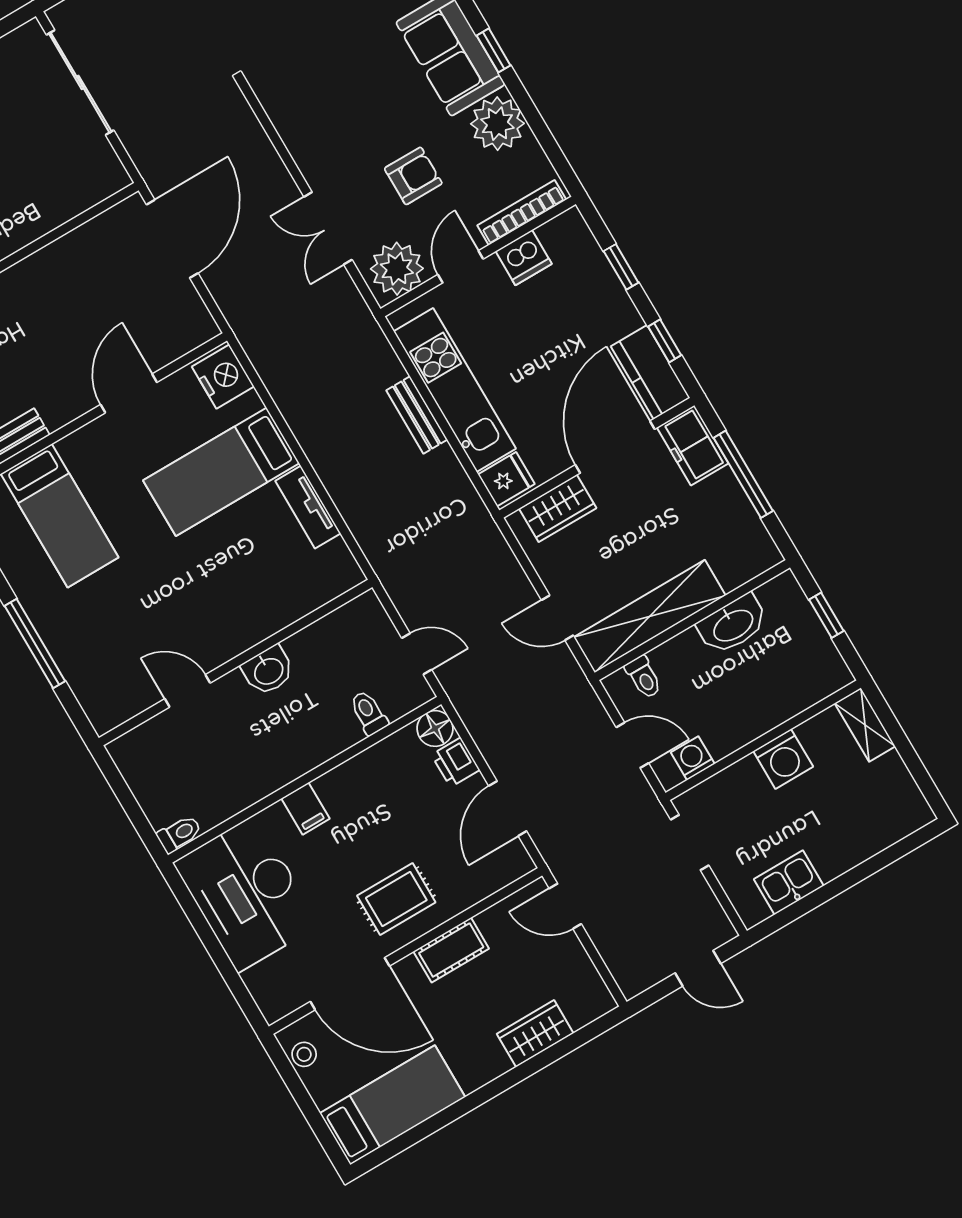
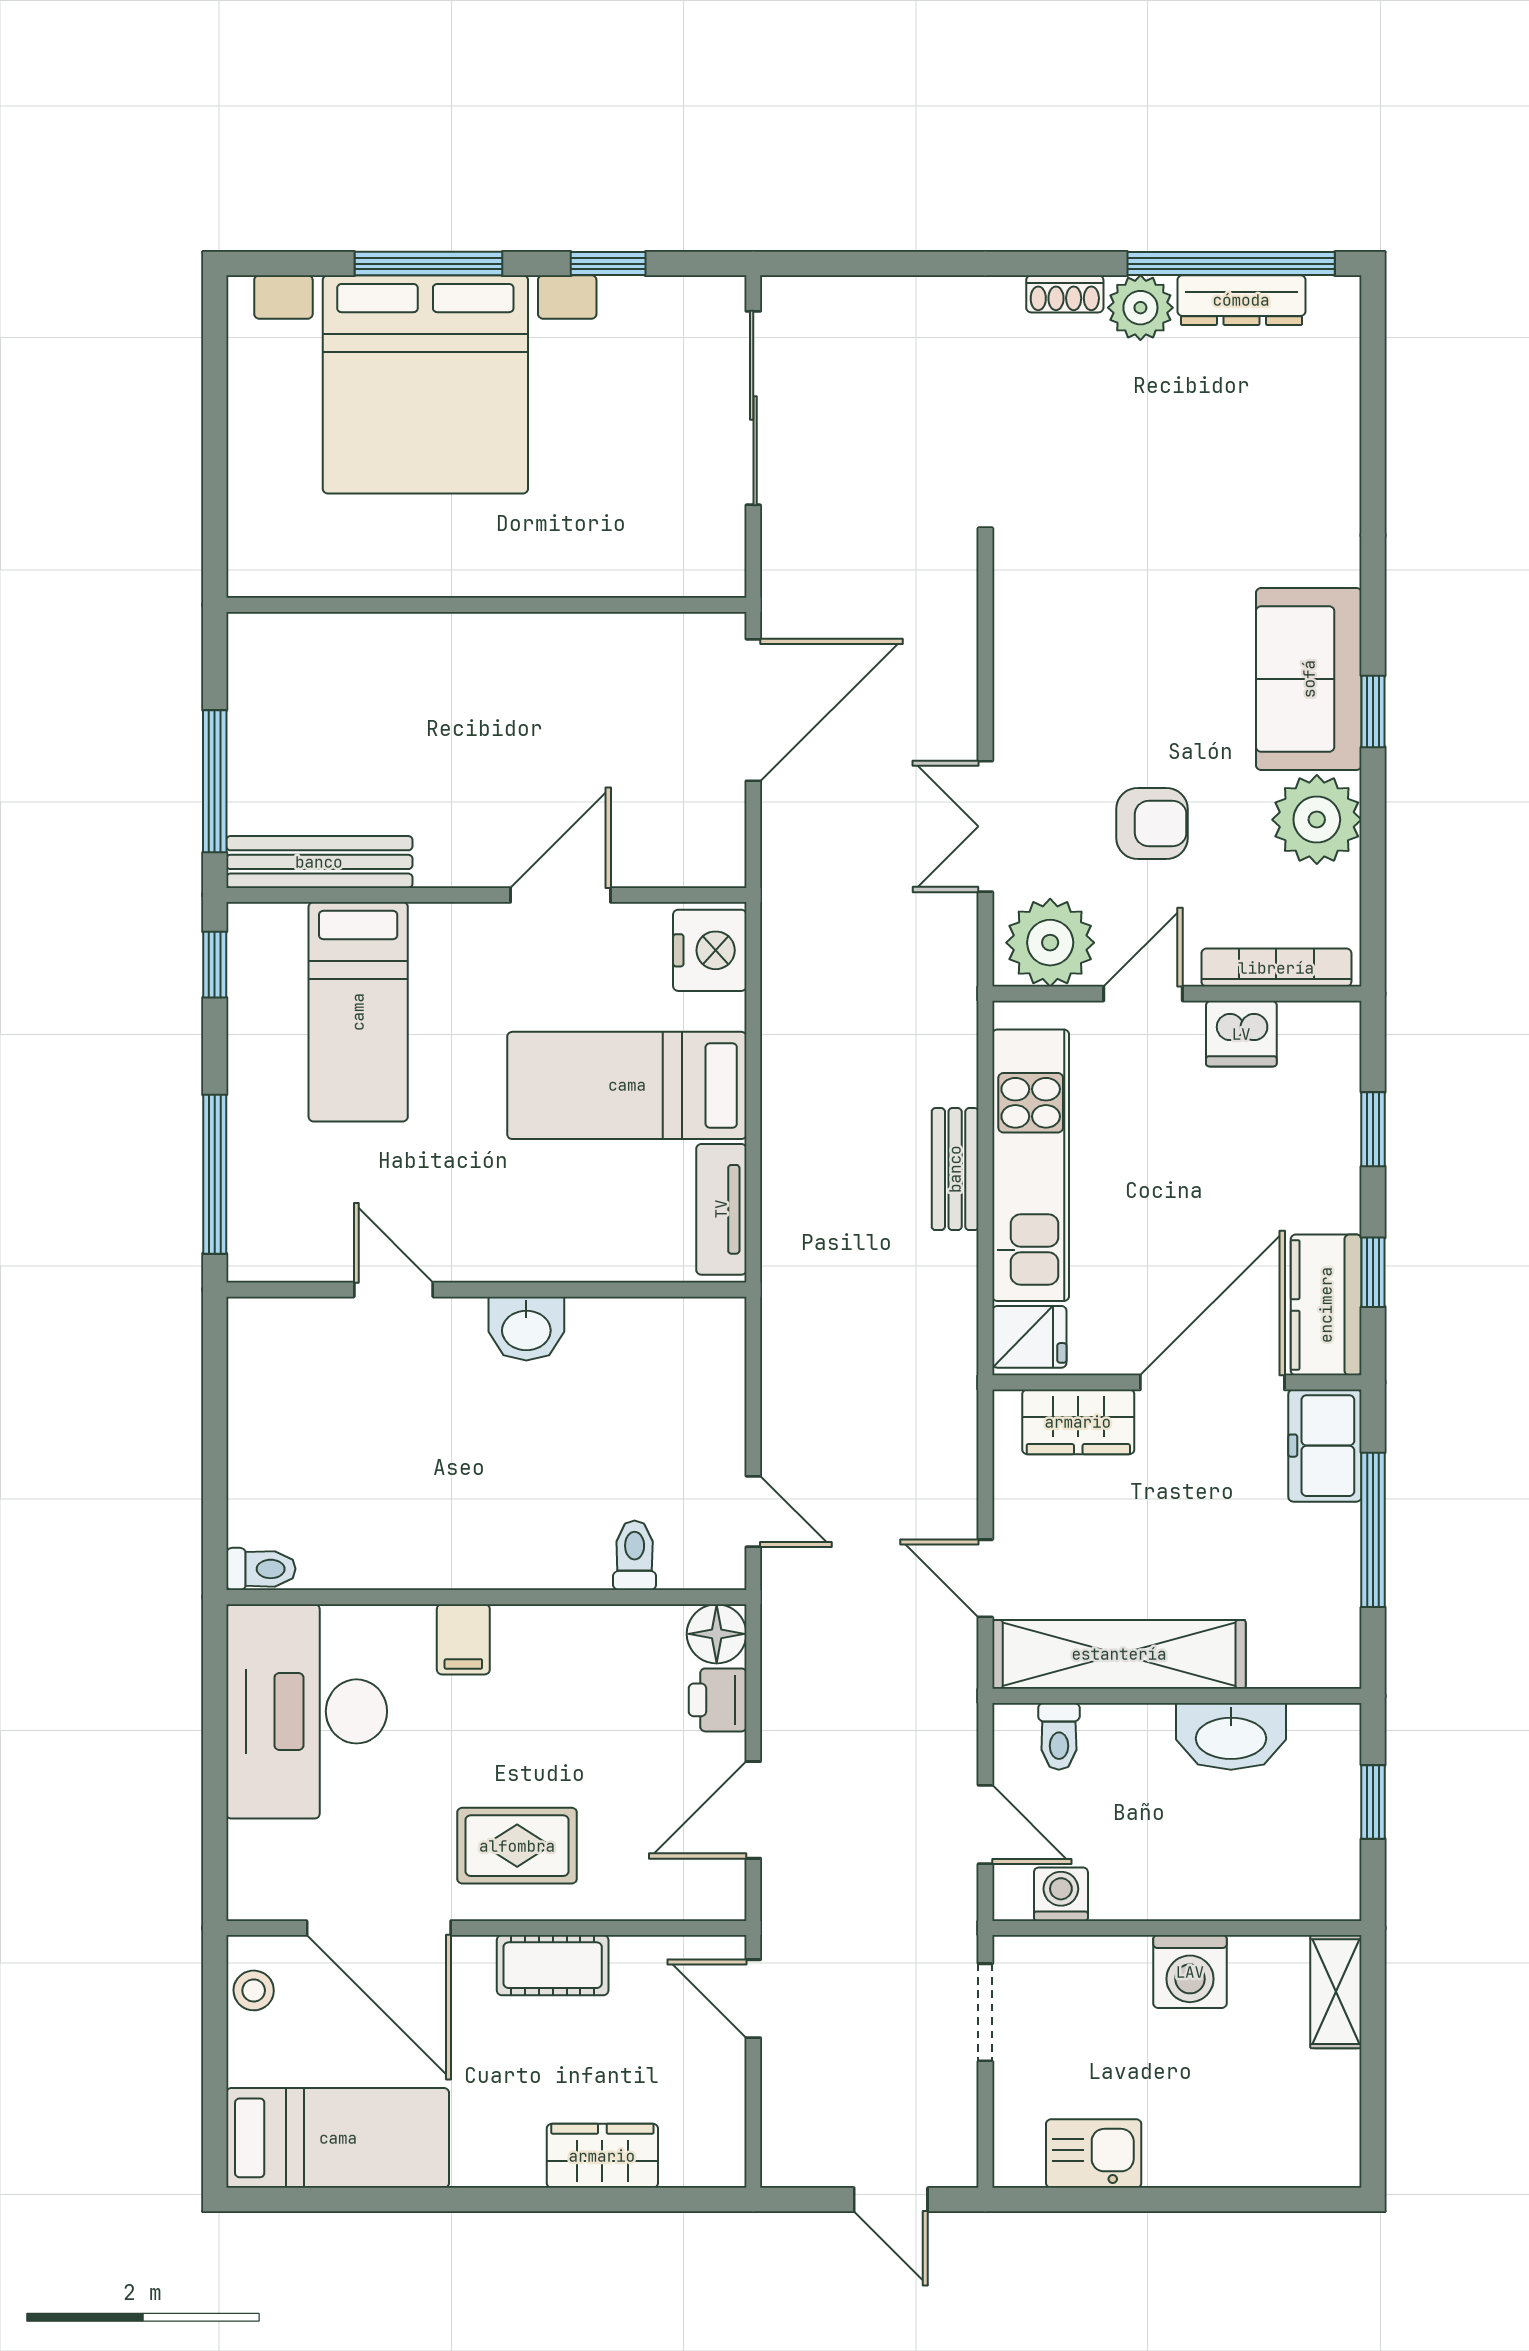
wall: (236, 662) -> (486, 1290), moved
washbasin: (268, 670) -> (526, 1329), moved
door: (187, 691) -> (393, 1290), moved

